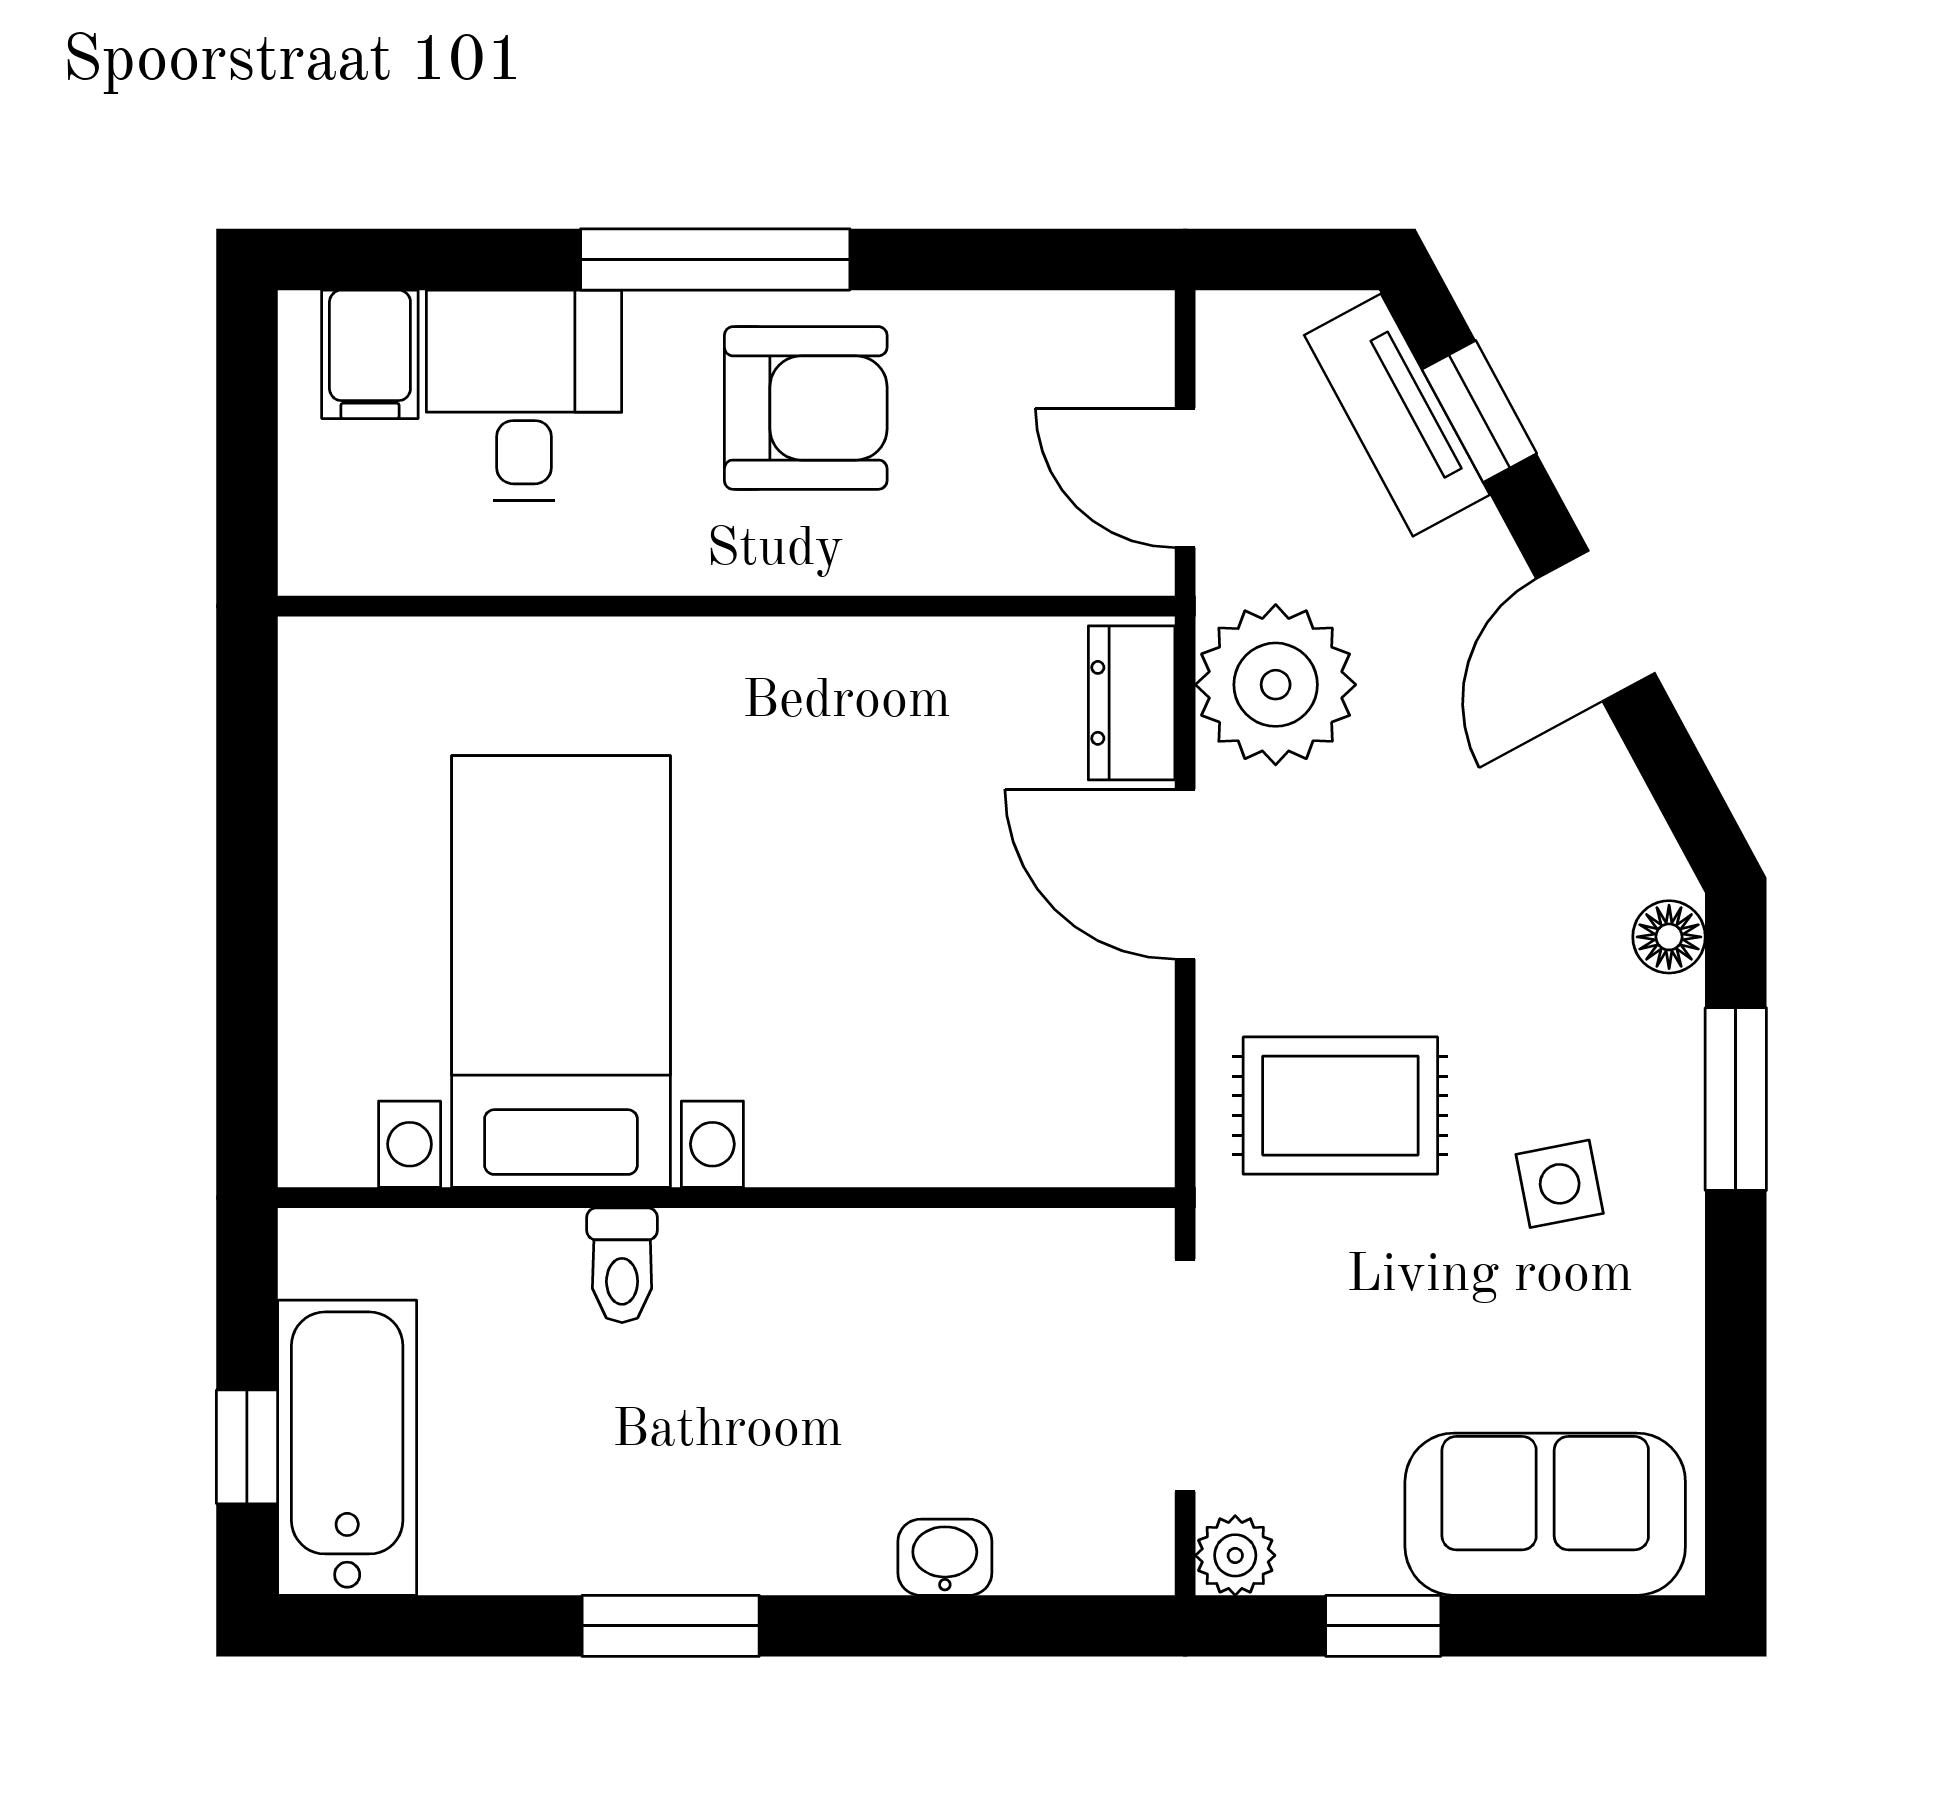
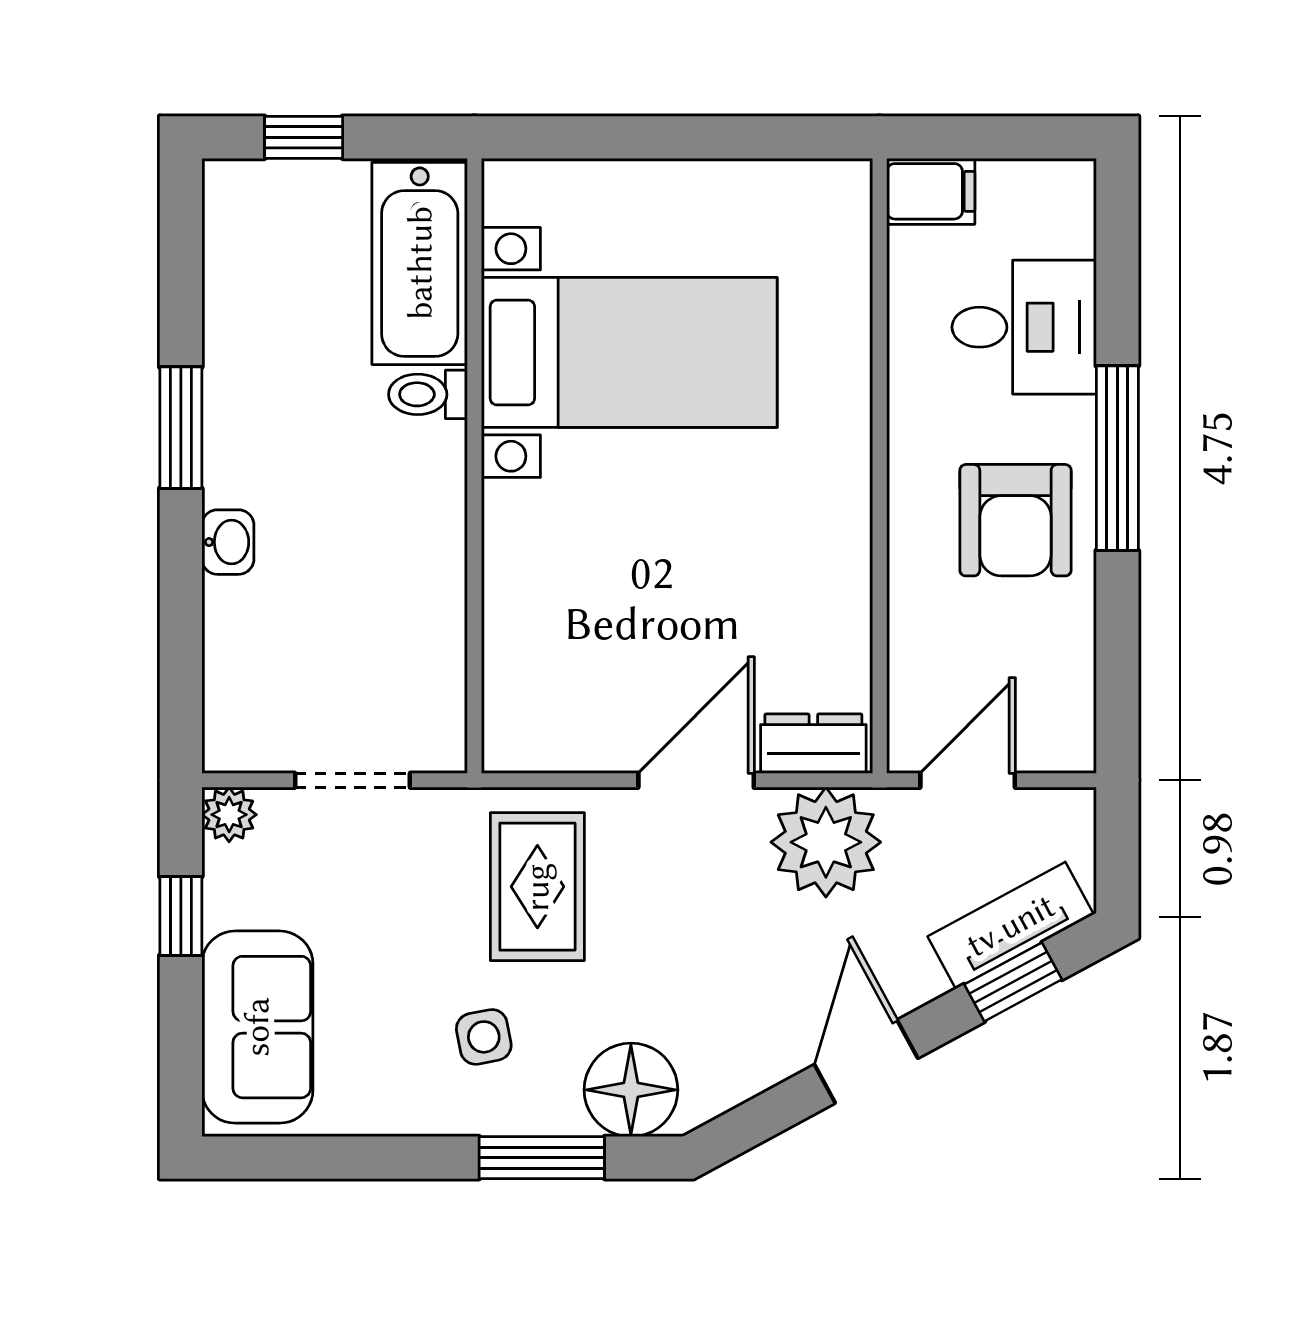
filing cabinet: (370, 354) -> (931, 191), moved, turned 180
door: (1596, 626) -> (866, 1061), hinge flipped
floor lamp: (1669, 937) -> (631, 1090), width x1.89, depth x1.89
doorway: (1185, 1375) -> (353, 780), width x0.73
bathtub: (347, 1448) -> (420, 263), moved, turned 90
washbasin: (945, 1557) -> (228, 542), moved

